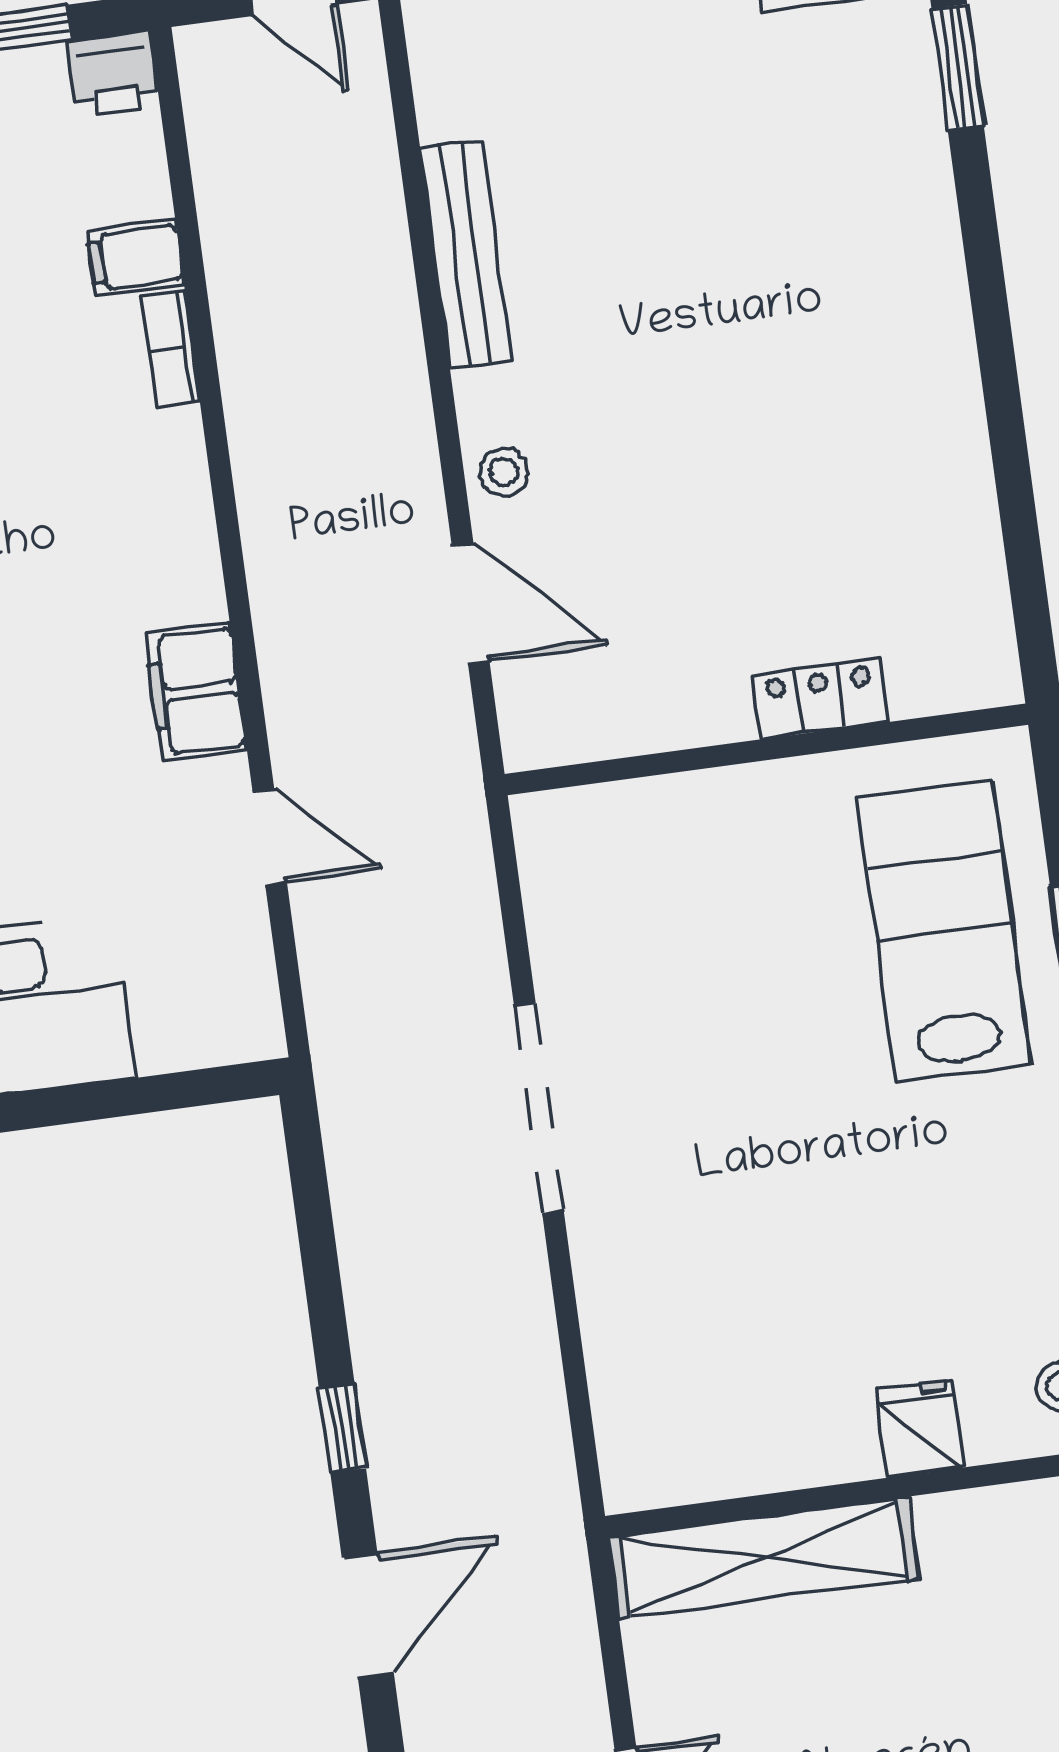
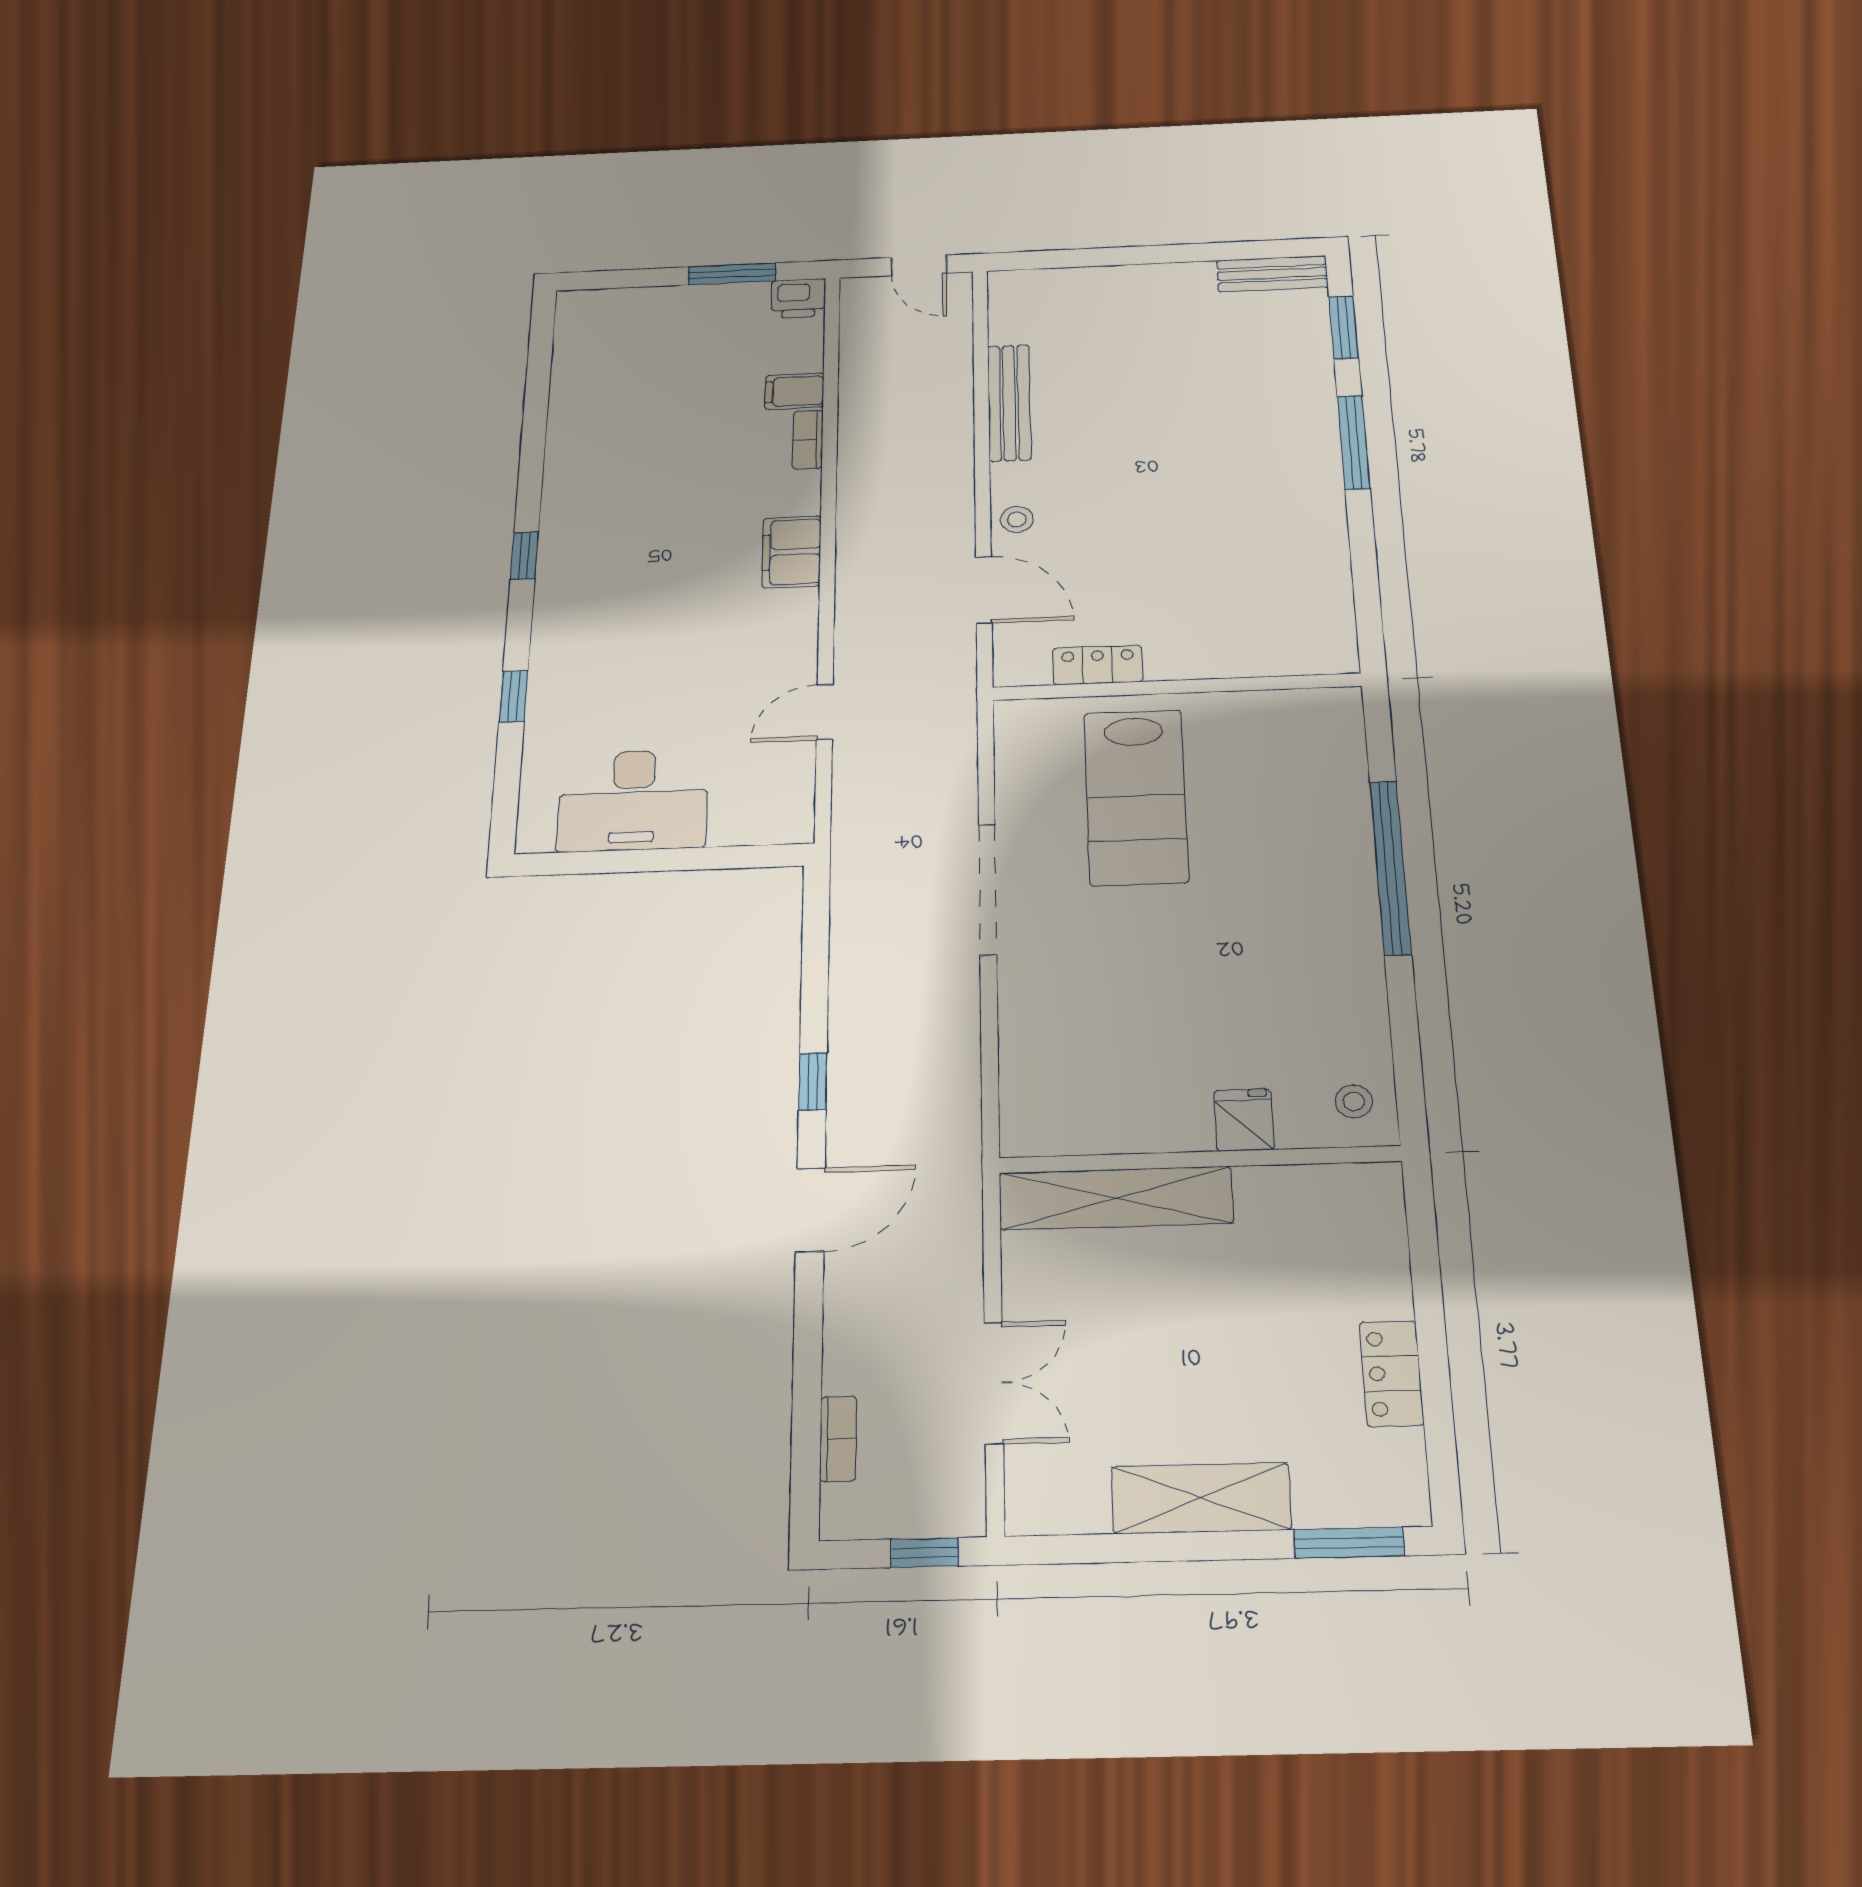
window: (987, 288) -> (1353, 442), added
filing cabinet: (196, 692) -> (792, 552), moved
locker: (820, 699) -> (1098, 665), moved
door: (270, 837) -> (825, 712), swing flipped
lab bench: (944, 930) -> (1136, 797), moved, turned 180

